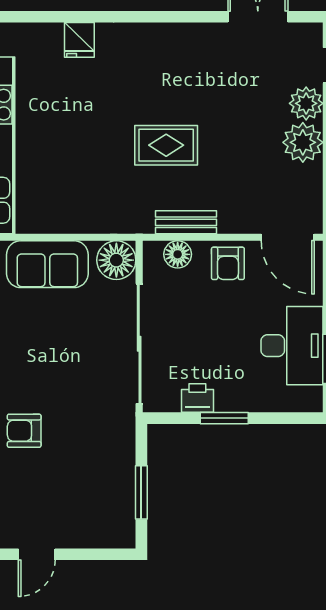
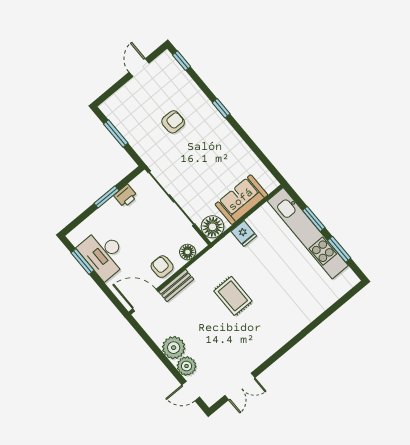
fridge: (79, 40) -> (244, 233), moved, turned 180
rug: (166, 145) -> (233, 296), turned 90
bench: (186, 222) -> (176, 286), moved
armchair: (24, 431) -> (173, 122), moved

